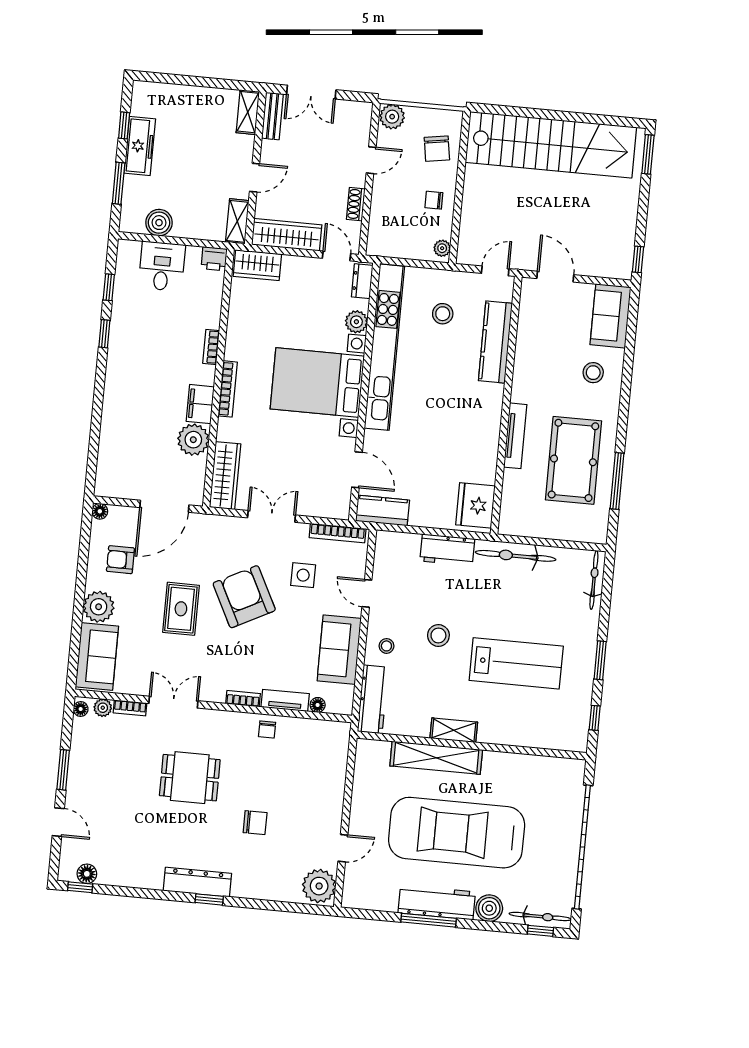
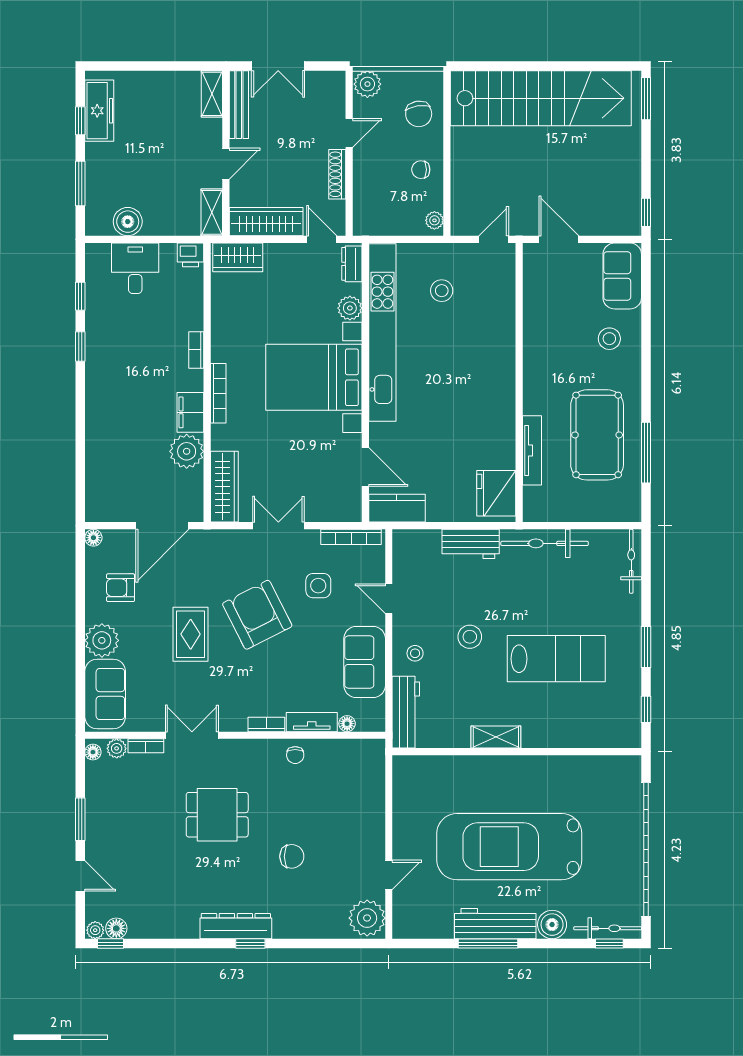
bench: (273, 116) -> (239, 105), width x1.36
freezer: (140, 146) -> (99, 111), moved
shoe rack: (356, 204) -> (337, 174), width x1.43
kitchen counter: (495, 342) -> (501, 316), removed
tv unit: (515, 436) -> (532, 450), moved
shelving: (436, 758) -> (480, 768), removed
plant: (67, 874) -> (95, 930), added

